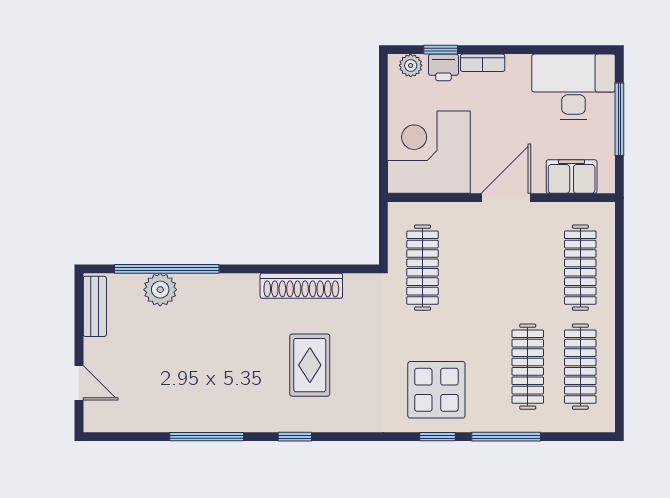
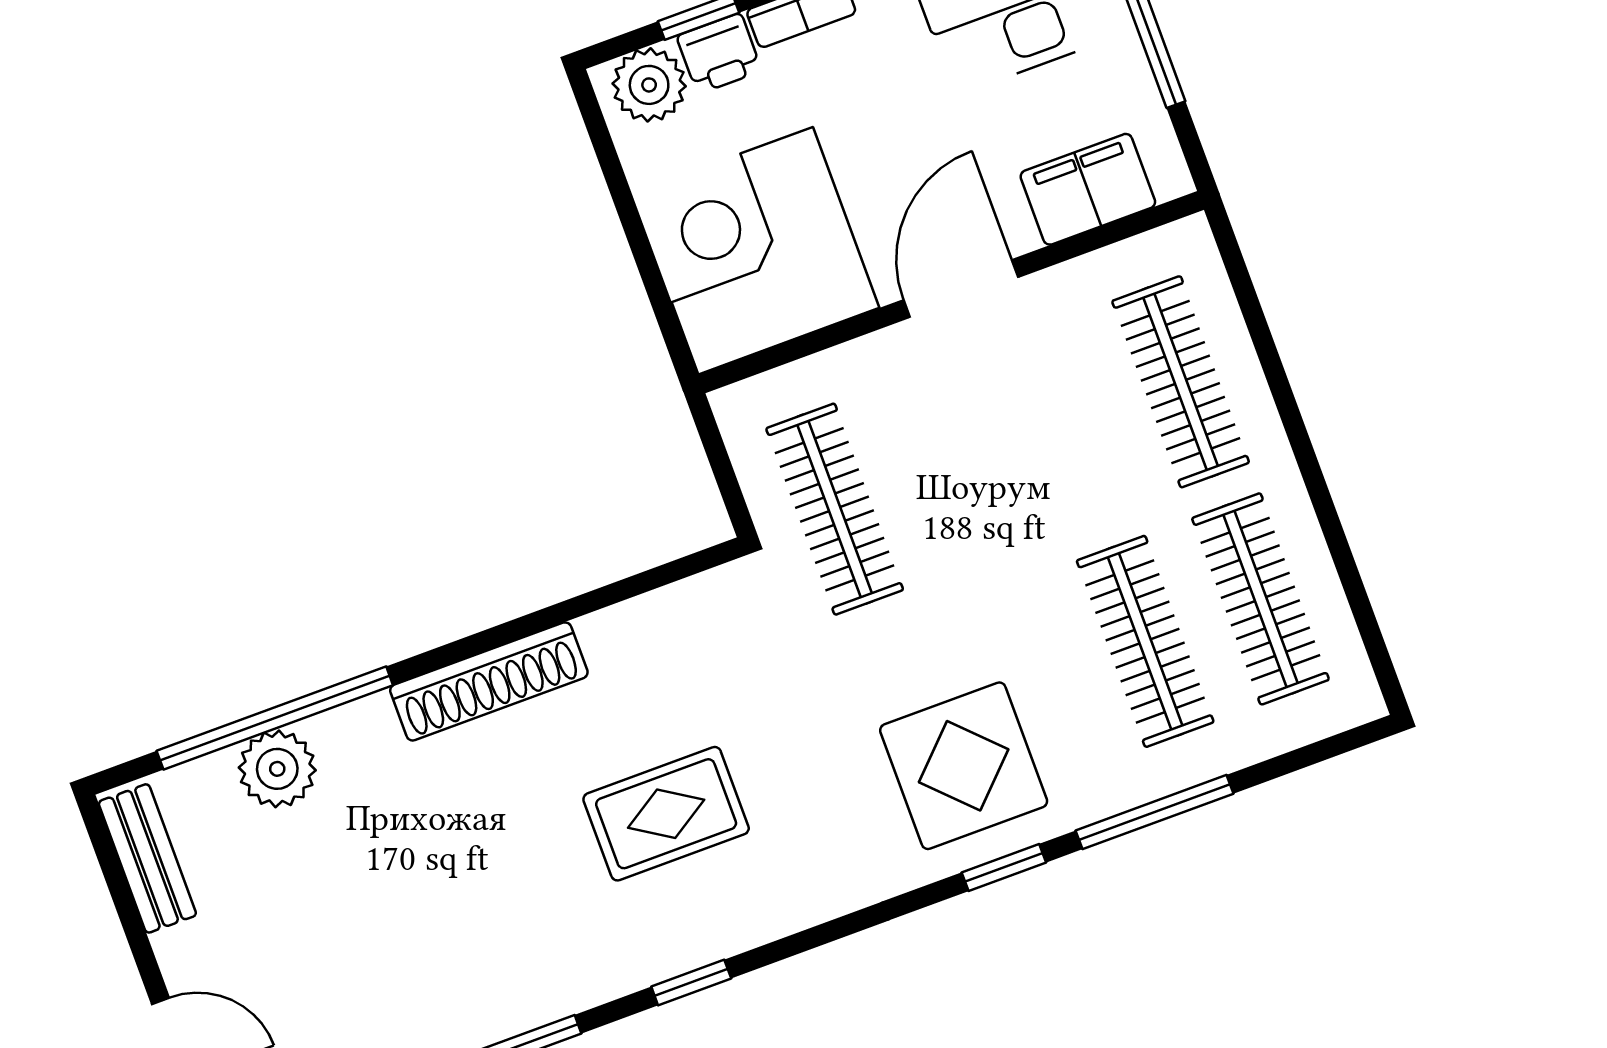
plant: (411, 65) -> (649, 85), width x1.38, depth x1.38
shoe rack: (301, 286) -> (489, 681), moved
rug: (310, 365) -> (666, 814), turned 90

